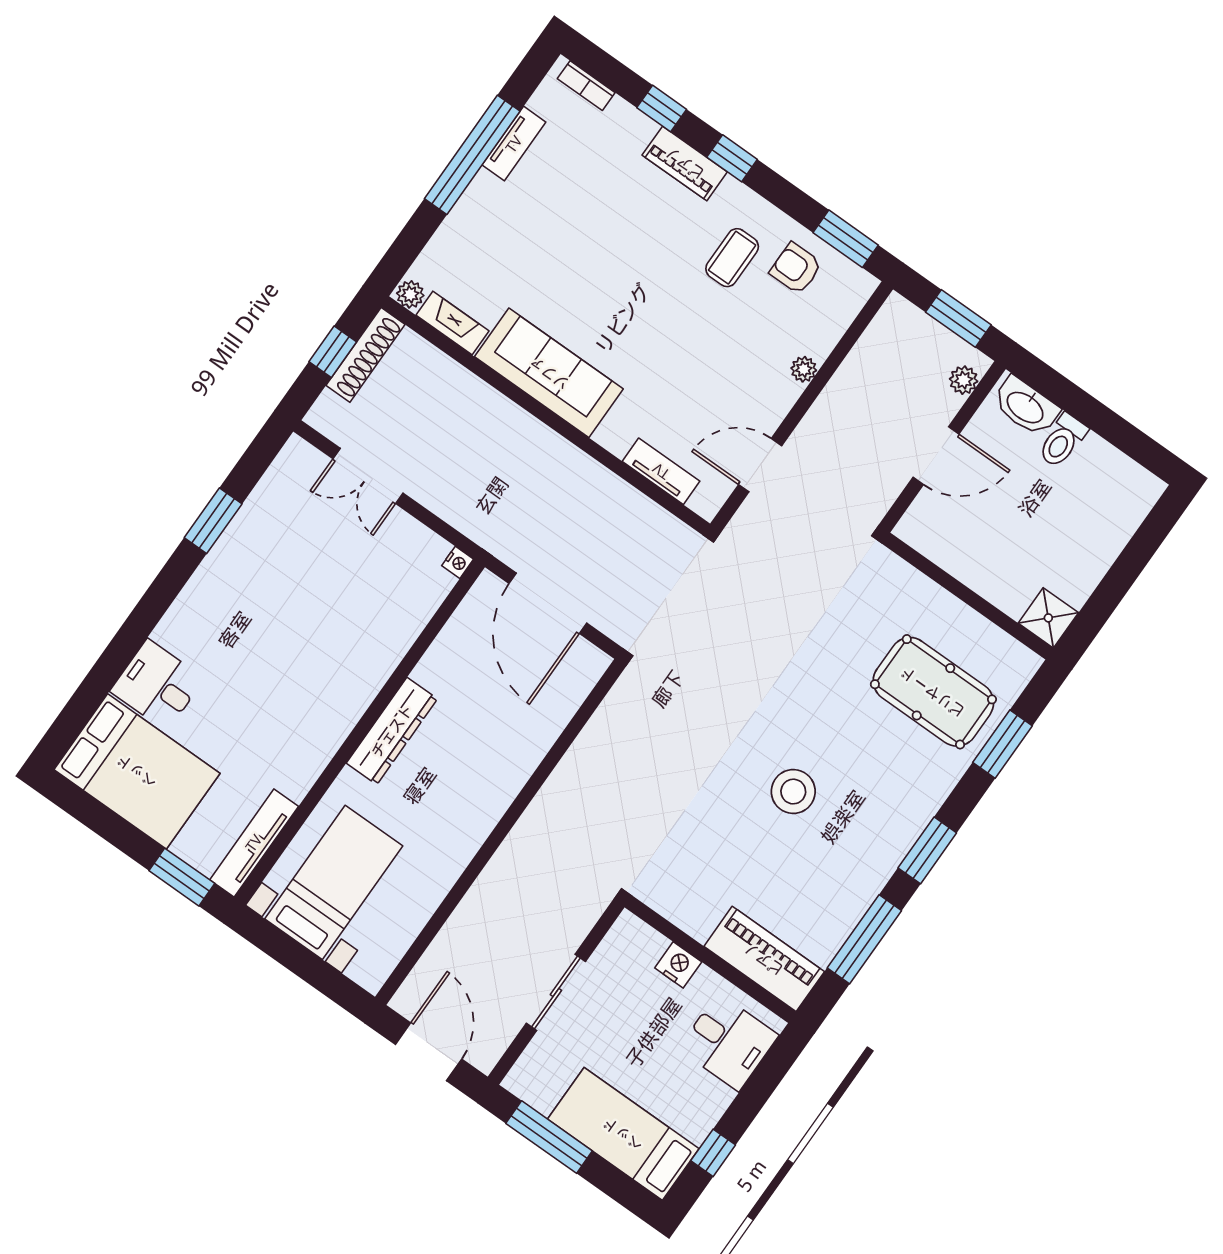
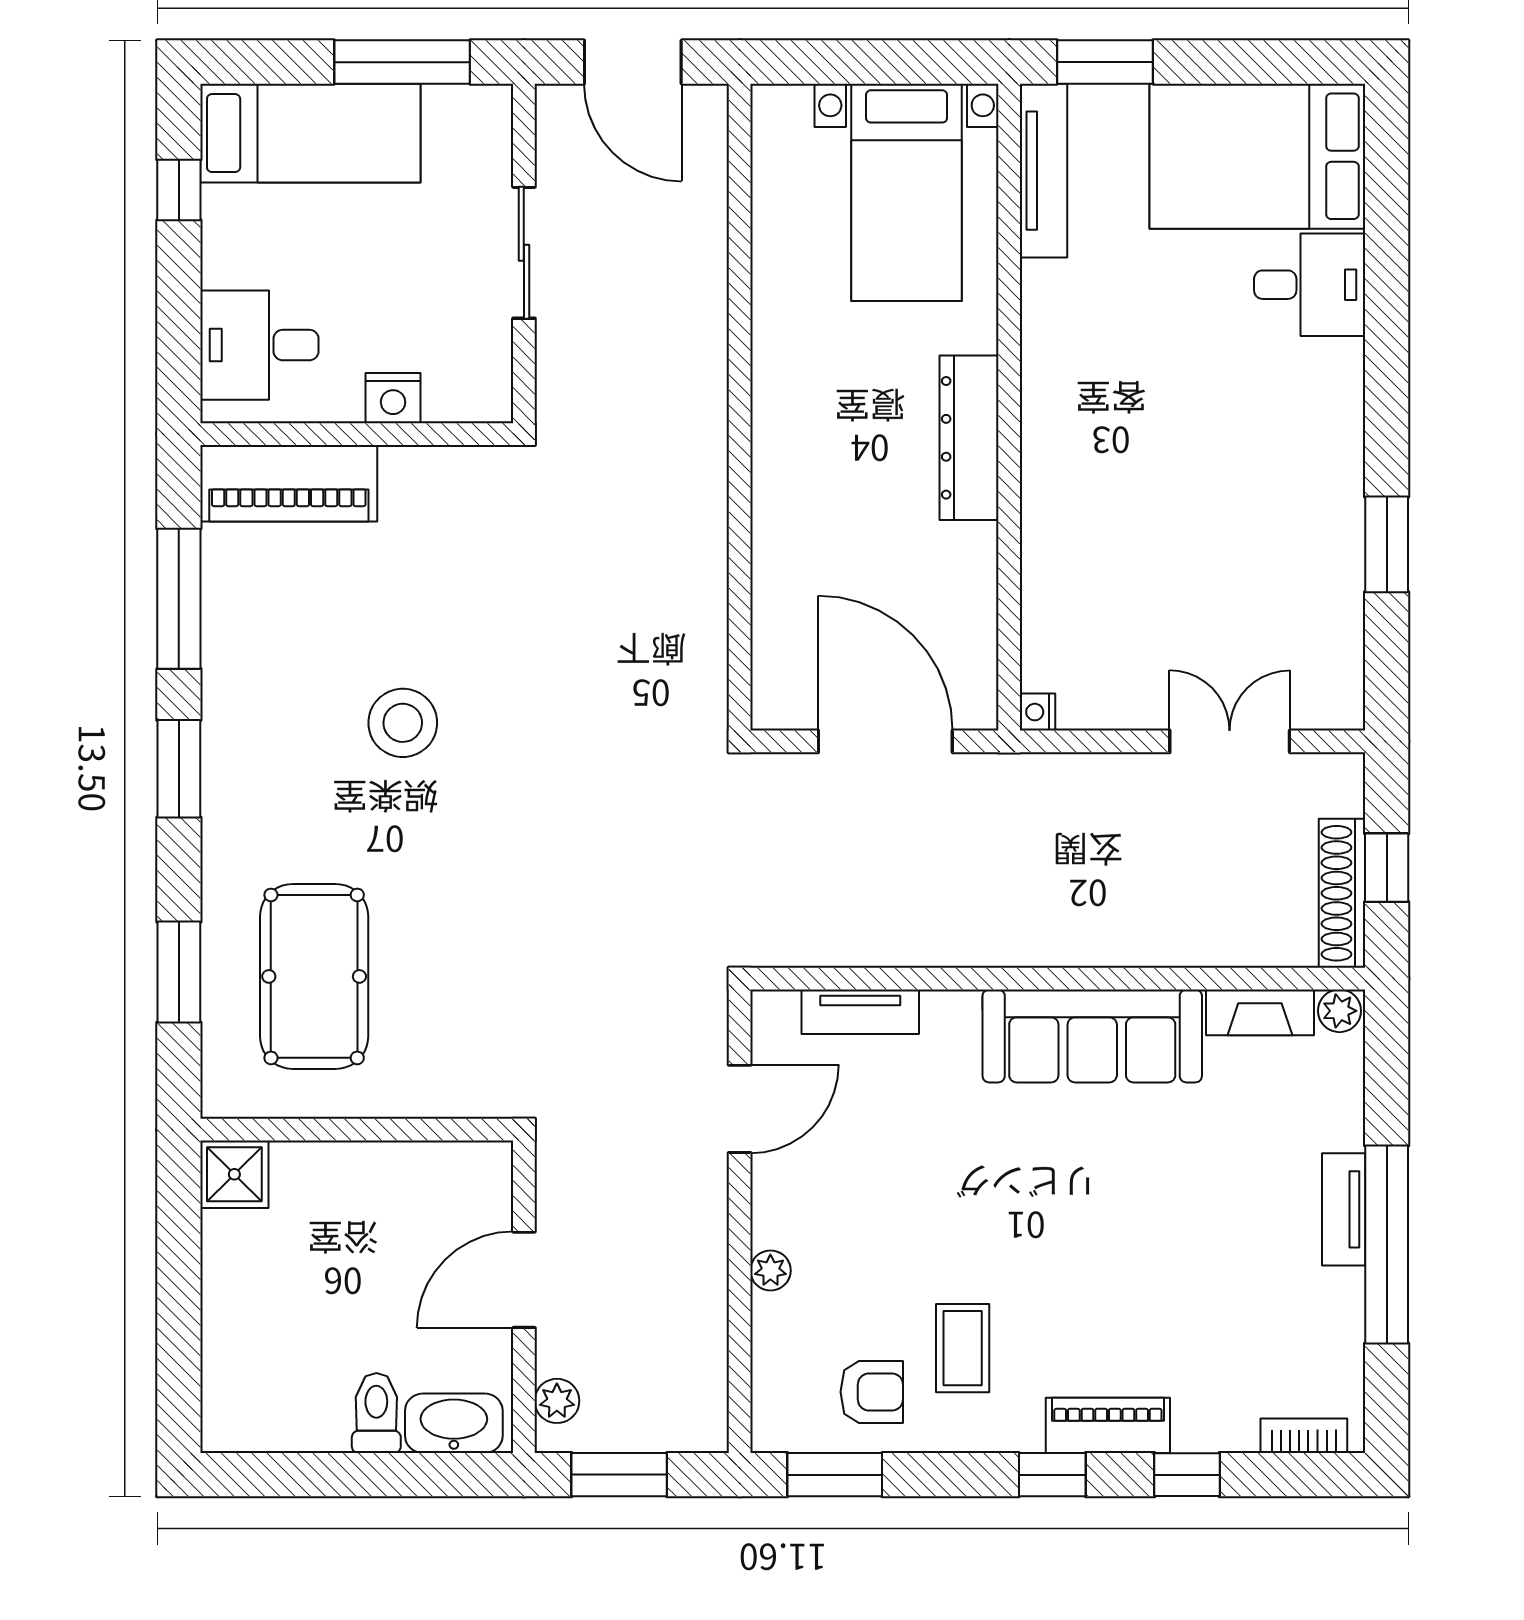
tv unit: (514, 144) -> (1344, 1209), moved
pool table: (933, 692) -> (314, 976), turned 90

